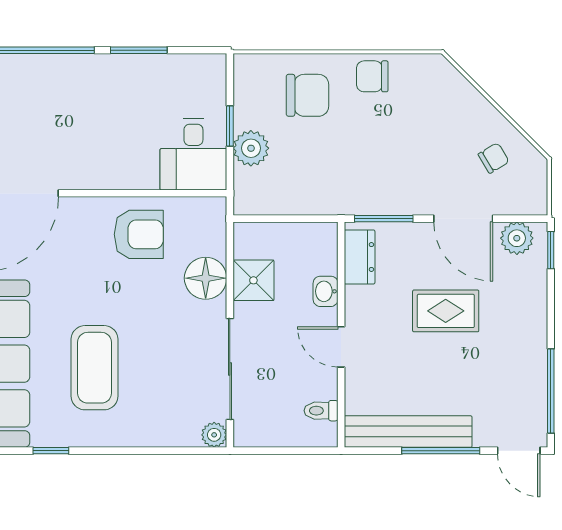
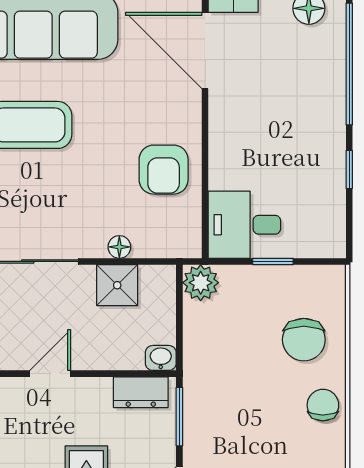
window: (139, 50) -> (349, 170), width x0.67
plant: (251, 148) -> (201, 283), moved
floor lamp: (206, 278) -> (119, 247), width x0.53, depth x0.53
washbasin: (326, 291) -> (161, 358), moved

